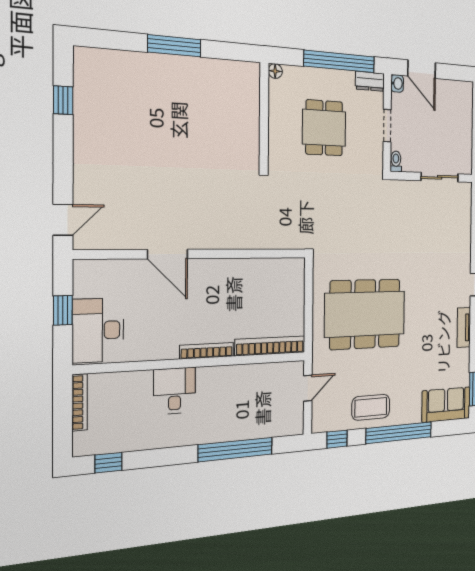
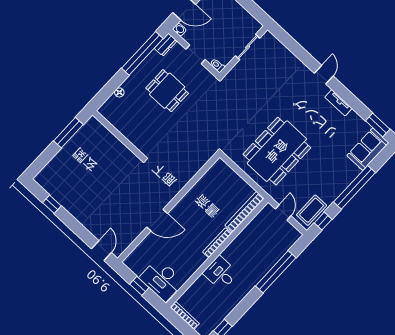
wall: (264, 115) -> (118, 135), moved
coffee table: (371, 407) -> (312, 210), moved

